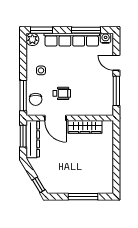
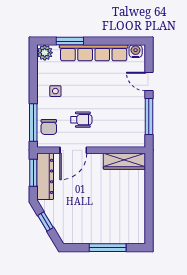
window: (41, 30) -> (70, 41), moved
window: (86, 30) -> (111, 41), removed
door: (55, 118) -> (73, 150), hinge flipped
wardrobe: (85, 127) -> (124, 161), moved
window: (39, 185) -> (45, 221), moved

